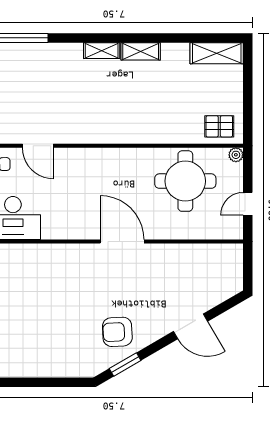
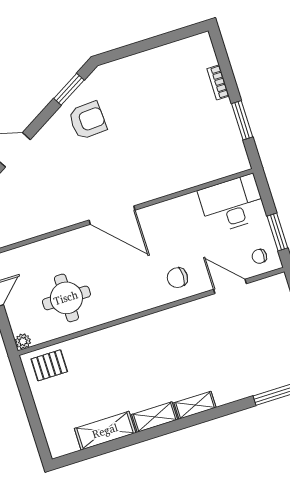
shelving: (217, 53) -> (105, 431), moved
chair: (82, 168) -> (177, 278), added
round table: (185, 181) -> (66, 298), width x0.73, depth x0.73

